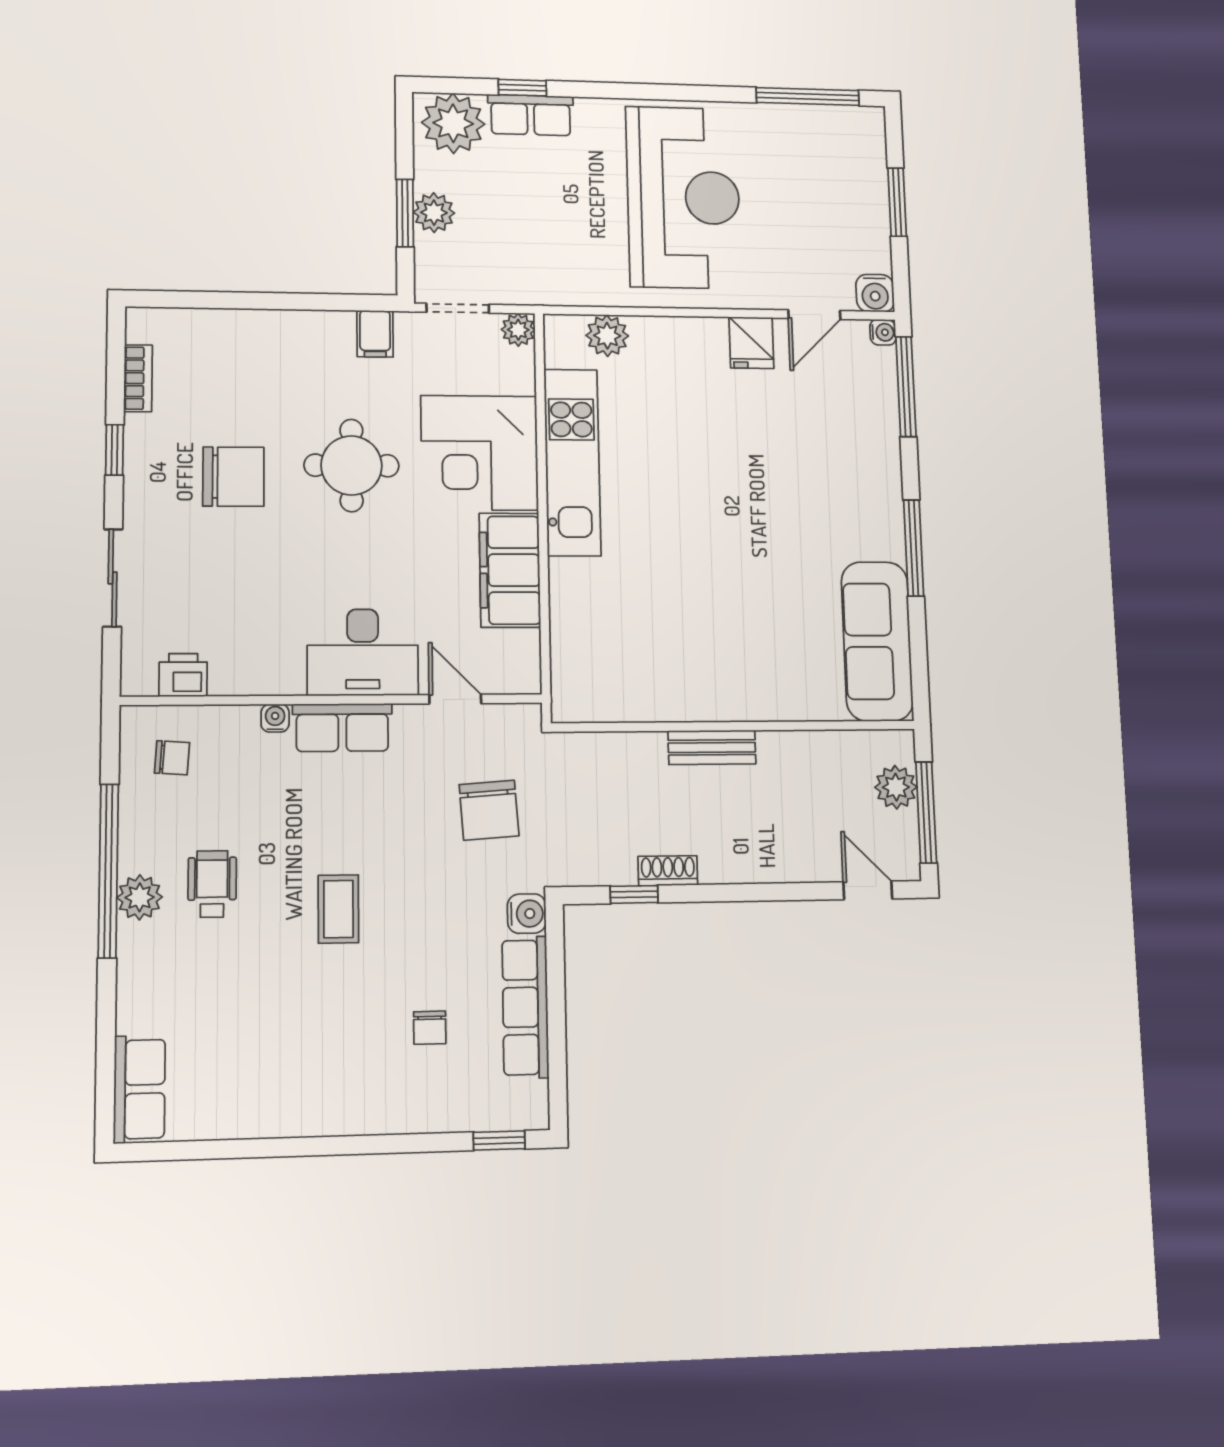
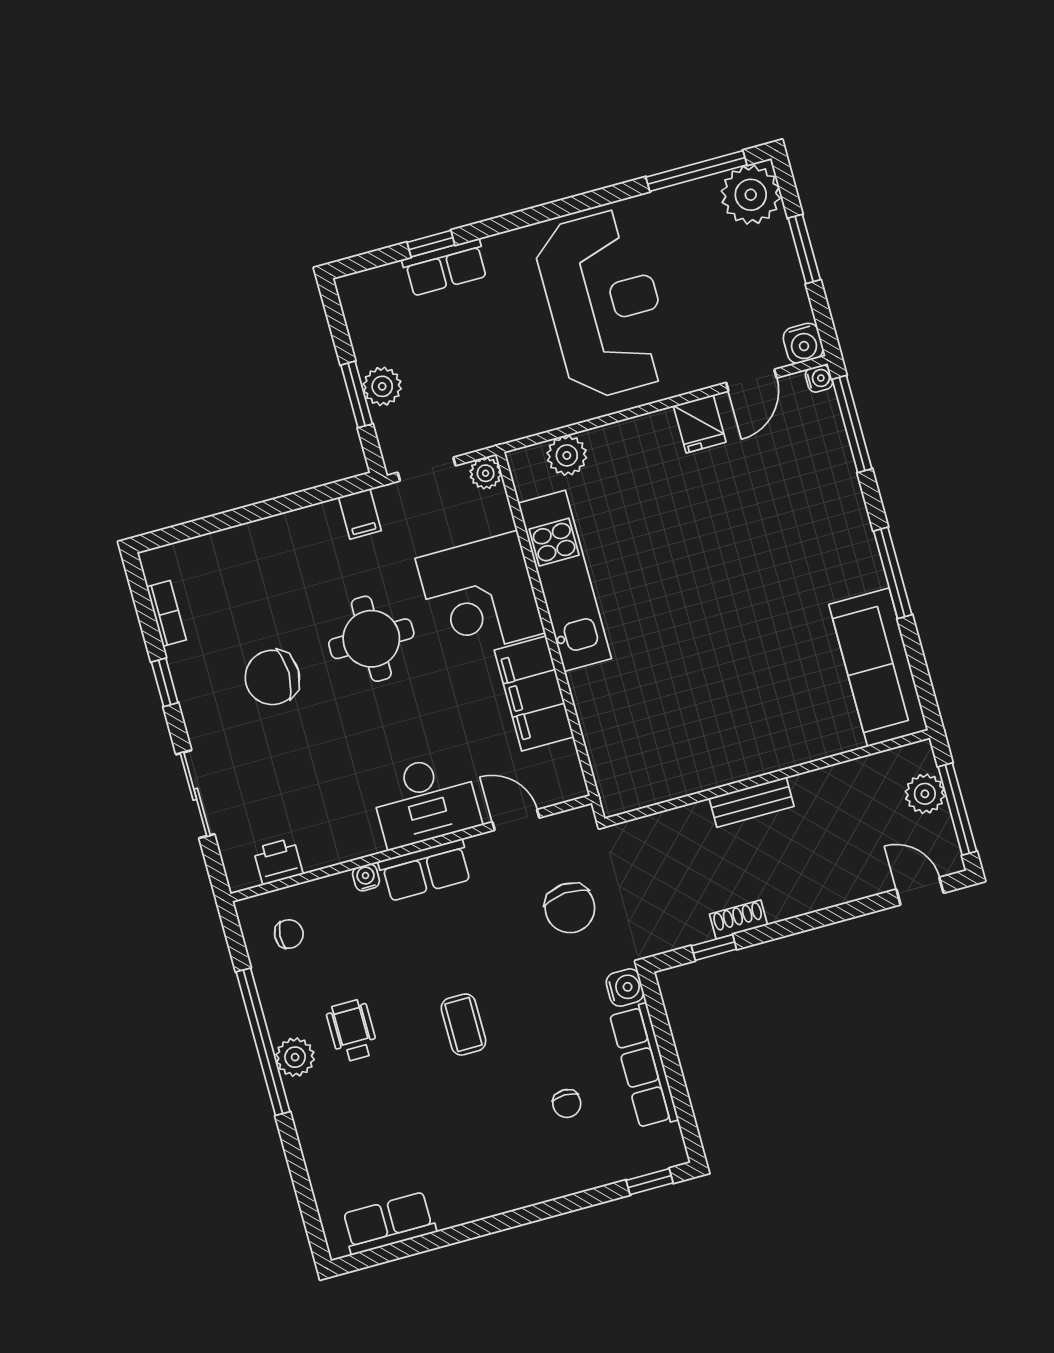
plant: (453, 123) -> (751, 195), moved
chair: (233, 477) -> (272, 677), turned 180
row of seats: (139, 1089) -> (389, 1223), moved, turned -90

